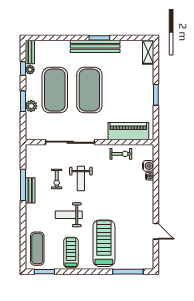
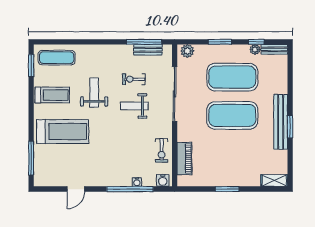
plant: (31, 106) -> (187, 51), moved
piano: (128, 131) -> (184, 159), width x0.73, depth x0.75
water cooler: (148, 166) -> (163, 180), moved
window: (156, 182) -> (130, 189), added
window: (23, 185) -> (144, 42), moved
bench: (30, 190) -> (148, 50), moved

